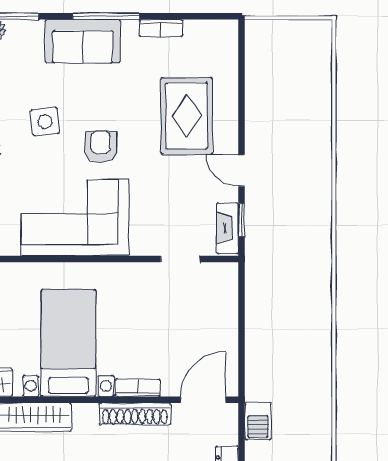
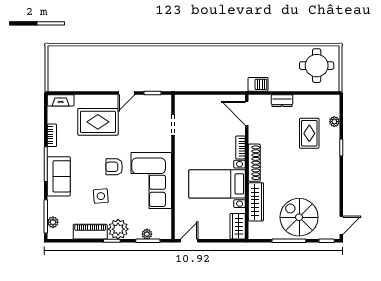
fireplace: (228, 228) -> (61, 100), moved
shoe rack: (135, 414) -> (254, 163), moved

